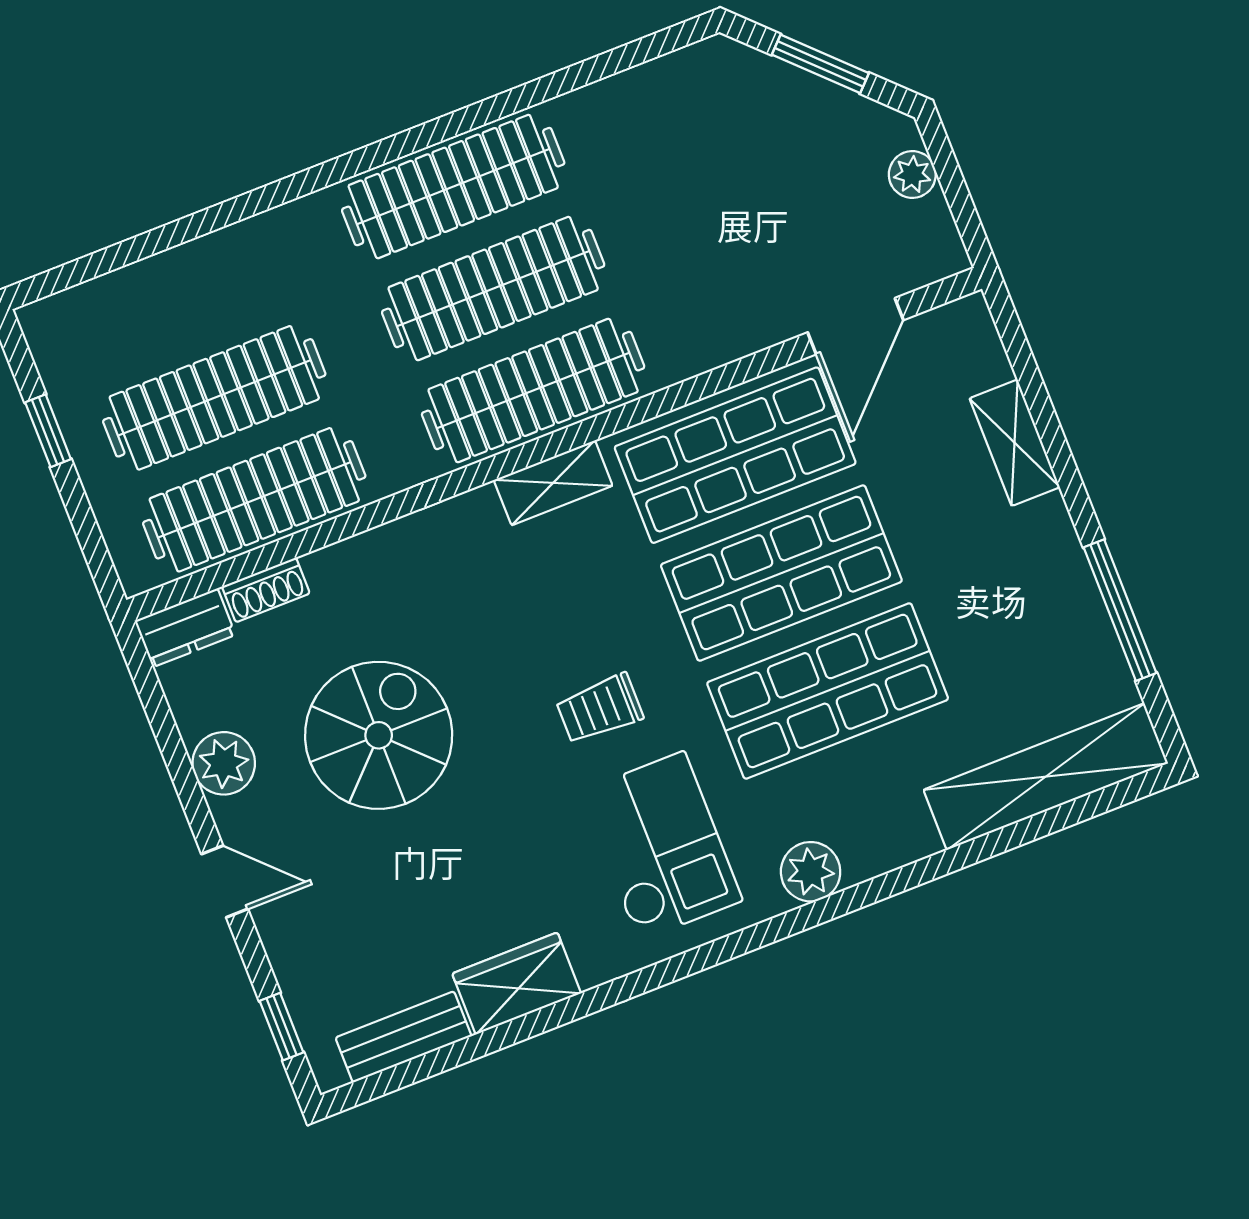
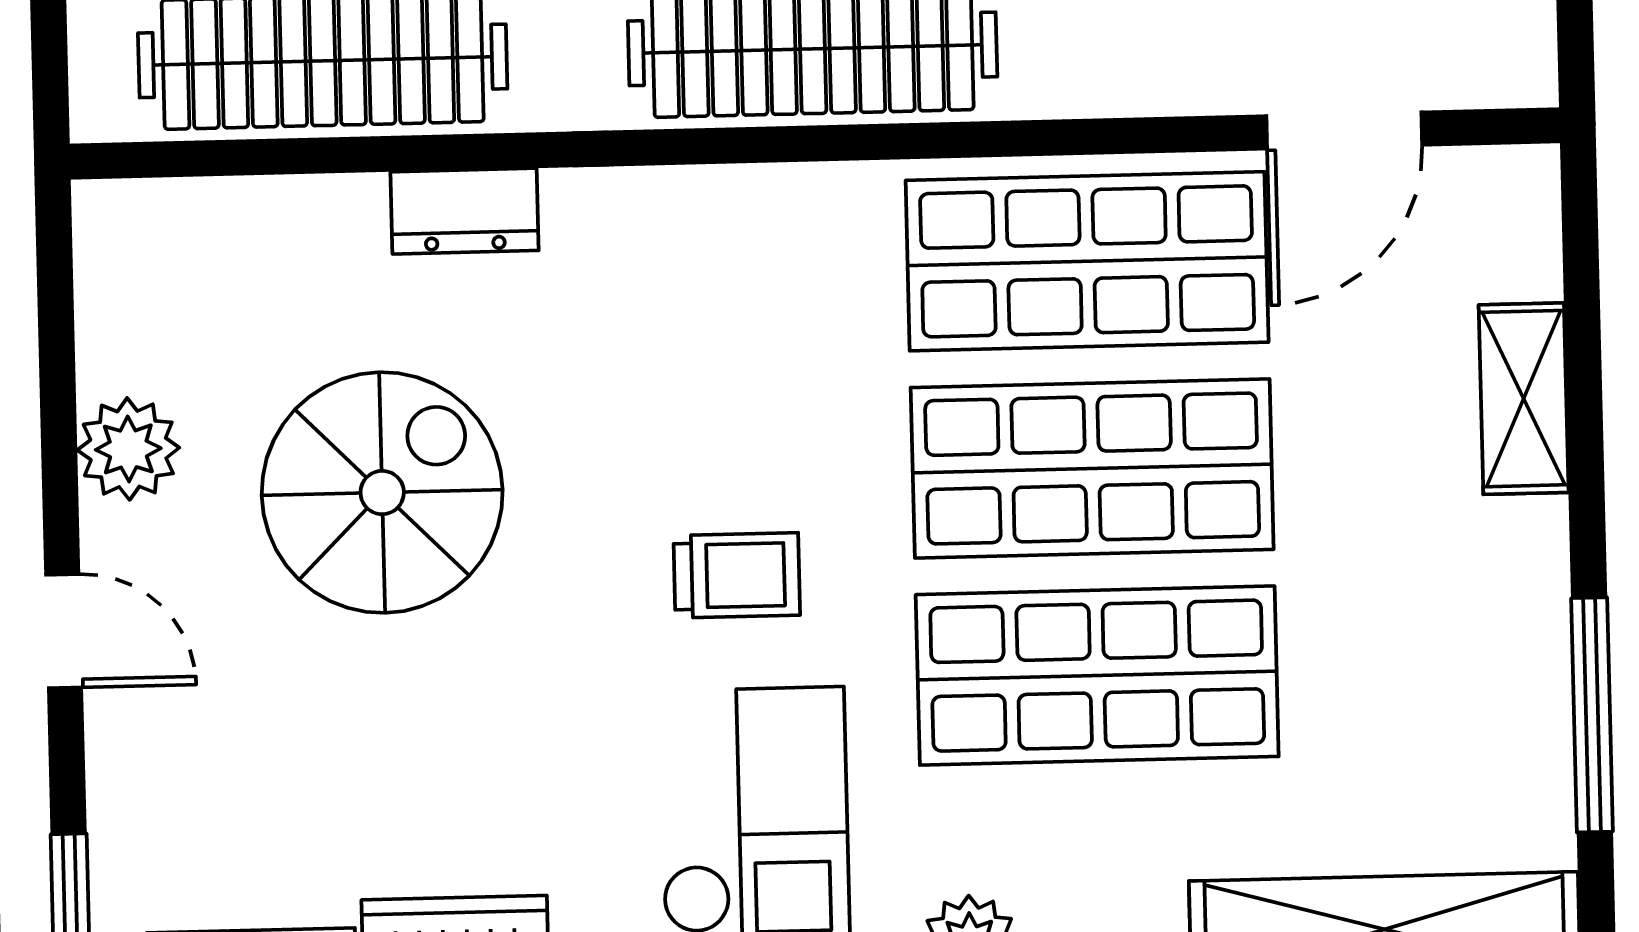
shelving: (553, 483) -> (792, 202), removed
shoe rack: (266, 590) -> (290, 206), removed
dresser: (185, 628) -> (465, 211), moved
trolley: (600, 709) -> (737, 575), turned 180

